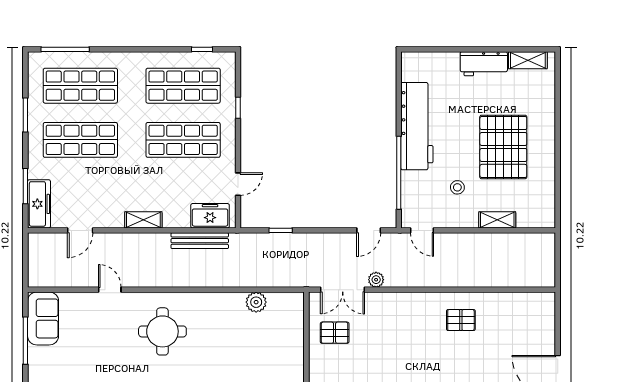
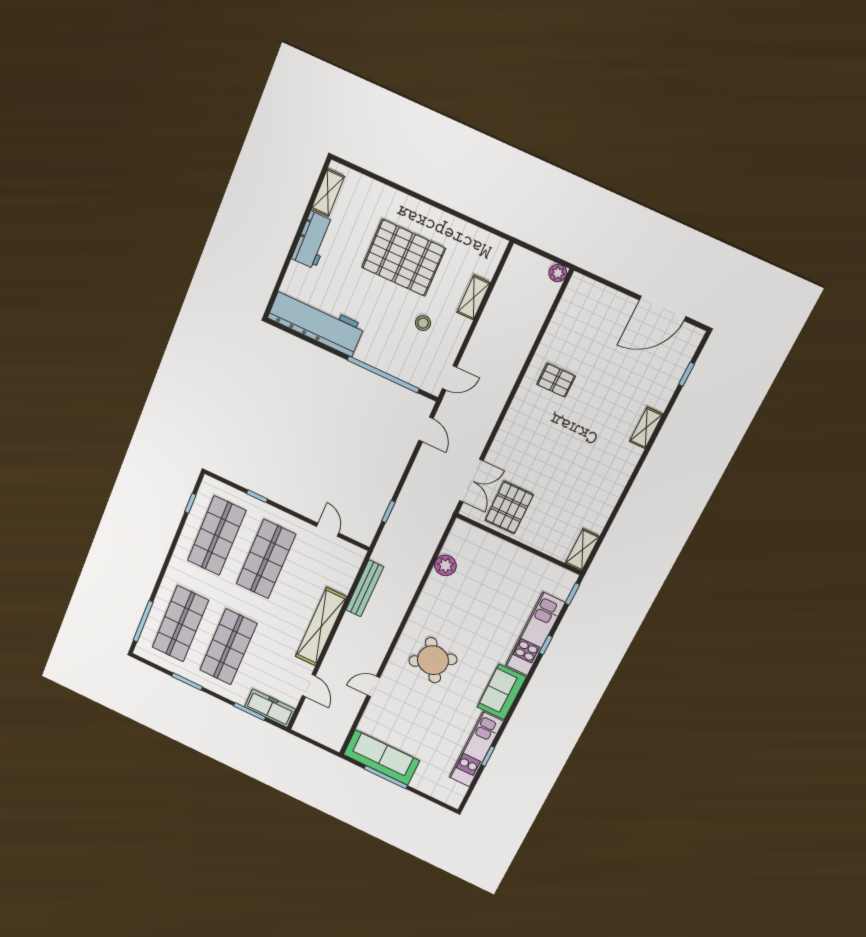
workbench: (417, 126) -> (316, 322), moved
freezer: (210, 216) -> (346, 568), removed
shelving: (143, 220) -> (321, 627), width x2.20, depth x1.33
plant: (376, 280) -> (558, 273), moved
sofa: (43, 318) -> (381, 758), width x1.36
pallet: (461, 320) -> (556, 380), turned 90
round table: (162, 331) -> (433, 660), turned -30
pallet: (335, 333) -> (509, 508), width x1.50, depth x1.42

